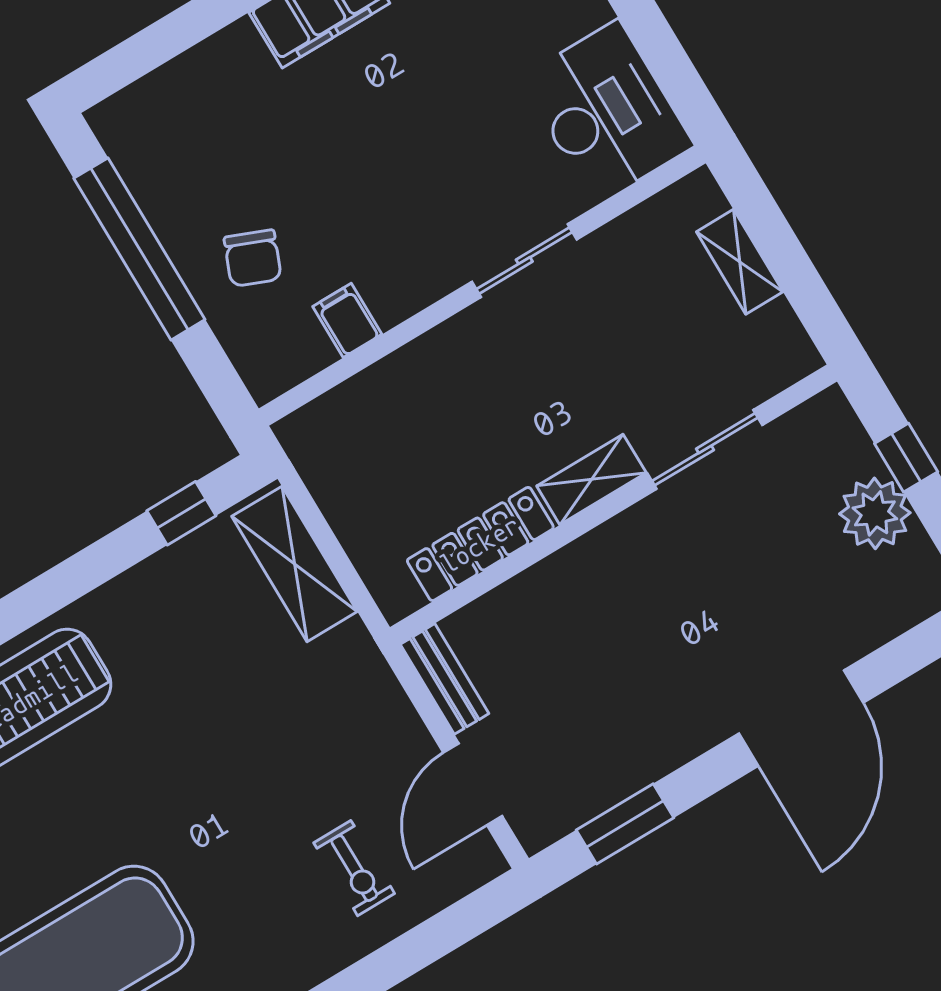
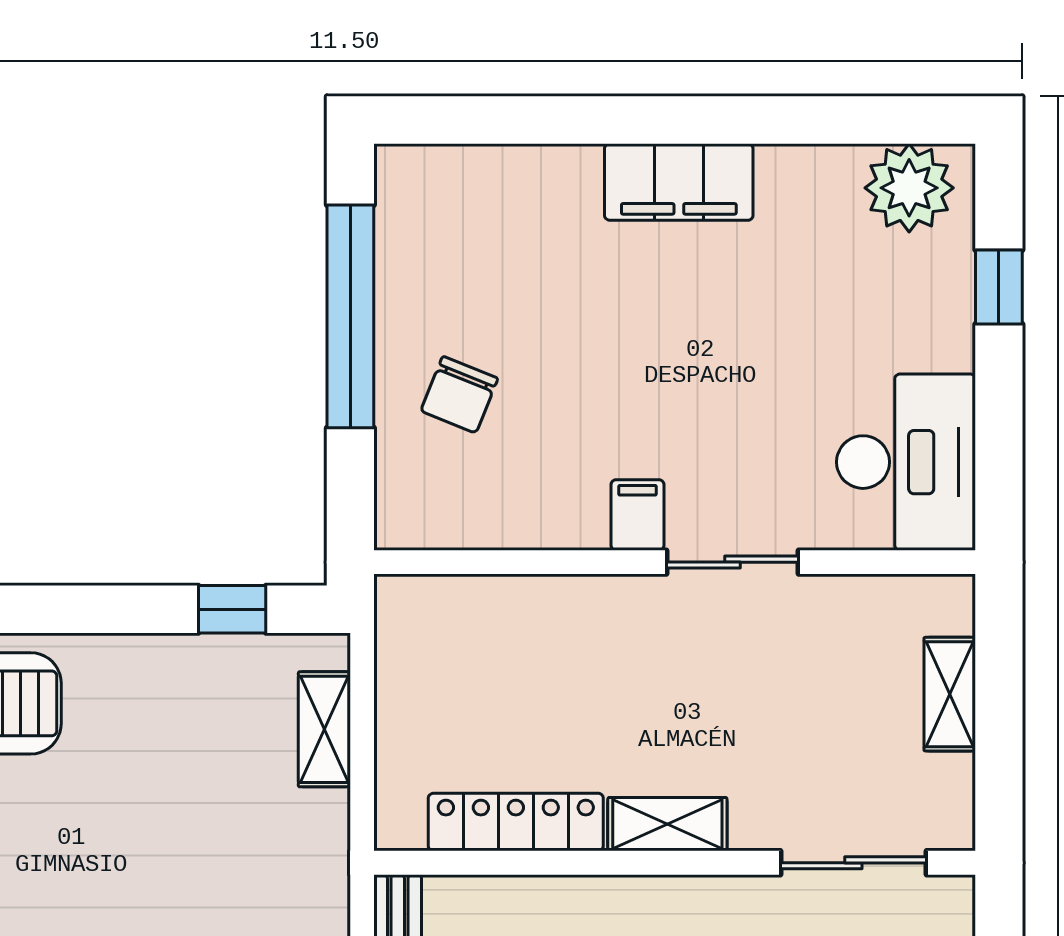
filing cabinet: (347, 320) -> (638, 515), moved
sliding door: (705, 449) -> (853, 863), moved
shelving: (295, 564) -> (324, 729), width x0.67, depth x0.75

